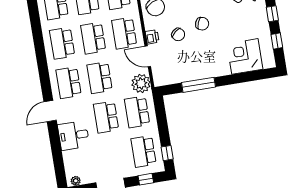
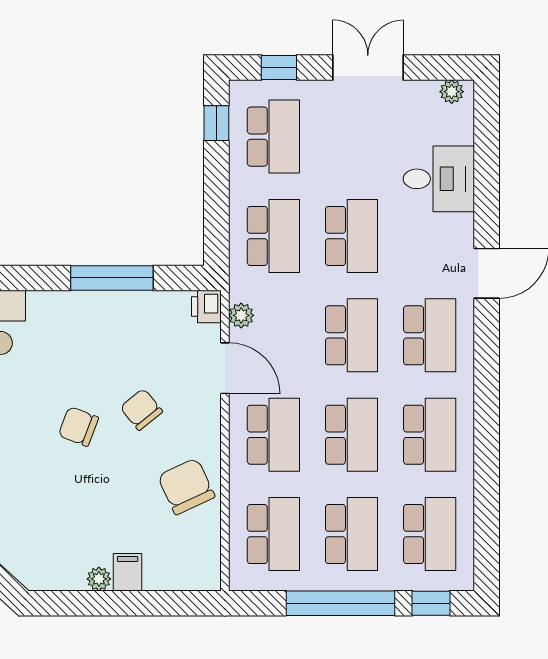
printer: (152, 37) -> (206, 306), moved
plant: (141, 83) -> (241, 315), width x0.53, depth x0.53
desk: (73, 135) -> (439, 179), moved

